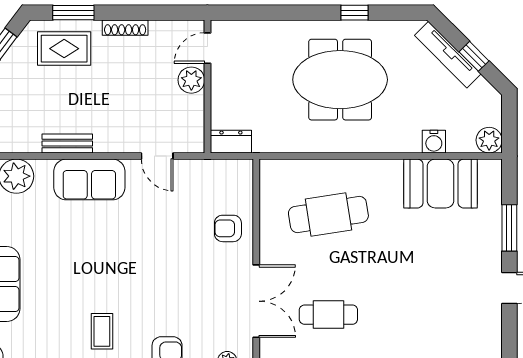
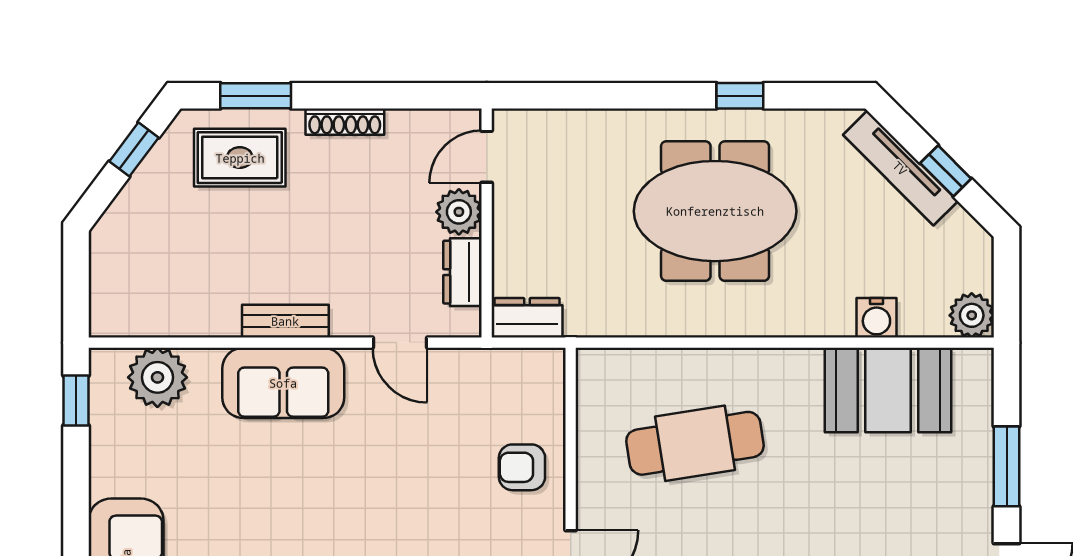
dresser: (193, 115) -> (462, 272), added
bench: (67, 144) -> (285, 321), moved

